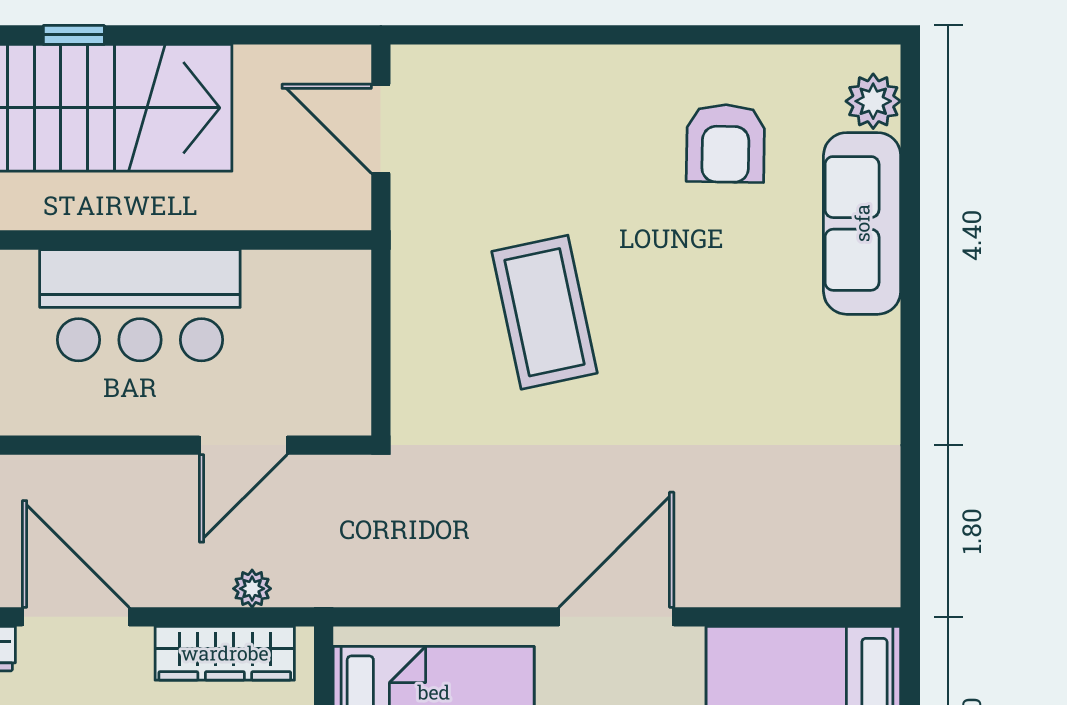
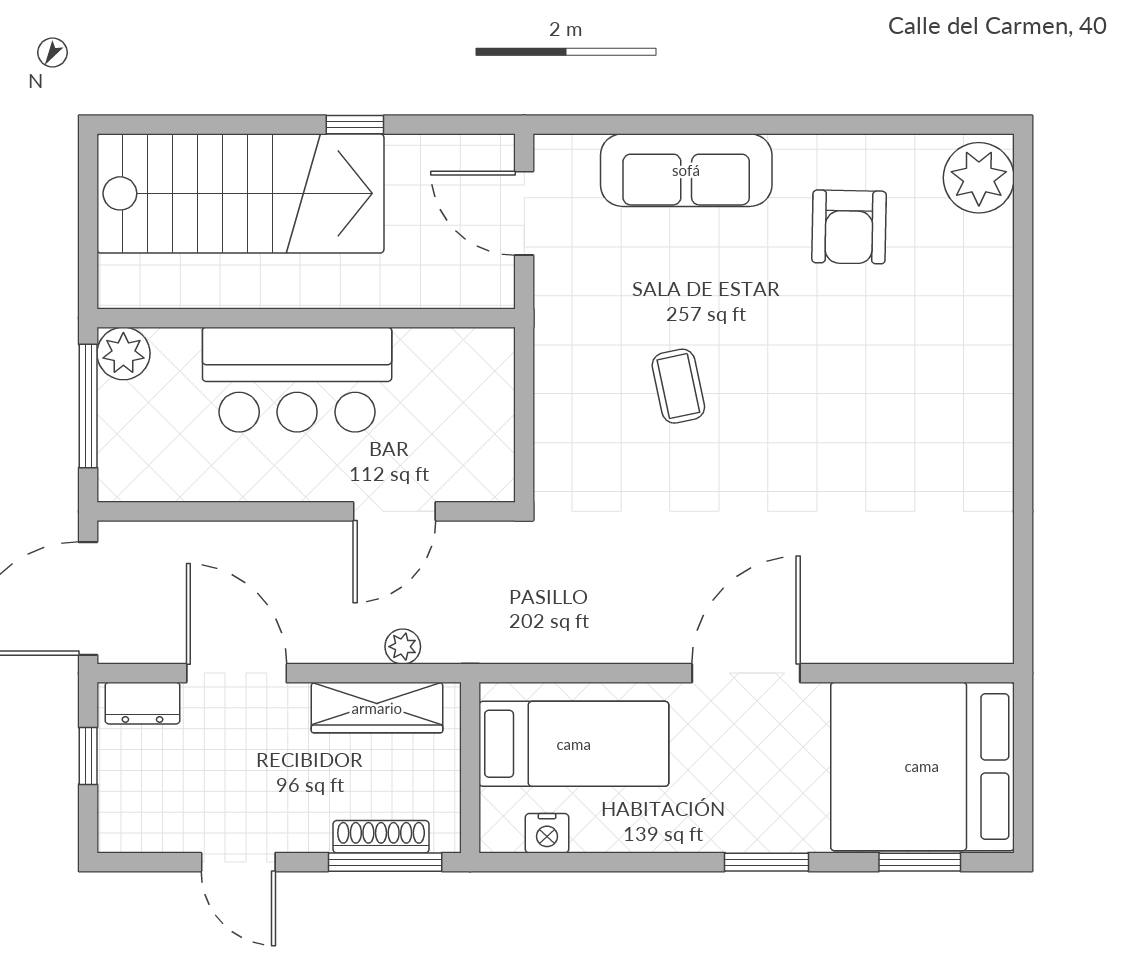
window: (74, 35) -> (355, 125), moved
plant: (873, 101) -> (979, 178), width x1.36, depth x1.36
sofa: (862, 223) -> (686, 170), moved, turned -90
coffee table: (545, 312) -> (678, 386), width x0.54, depth x0.58

